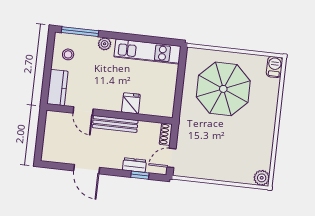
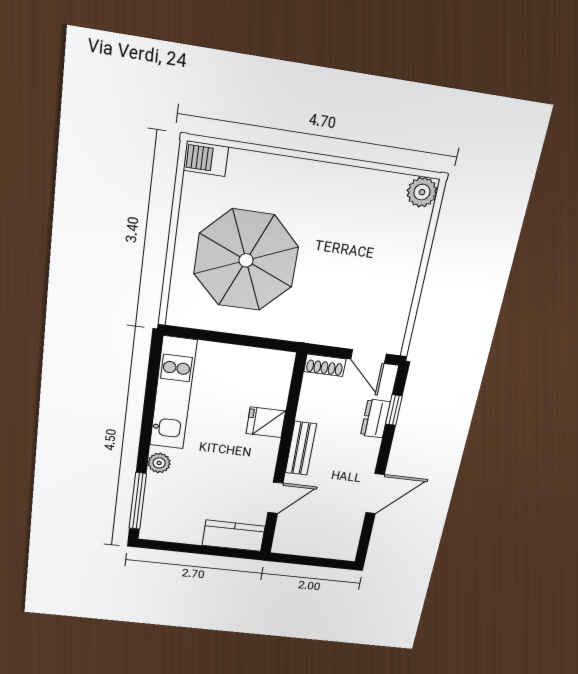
stool: (68, 54) -> (177, 519), removed
bench: (115, 124) -> (301, 448), width x0.73

